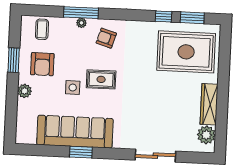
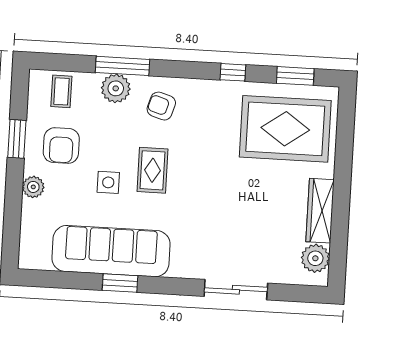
window: (164, 16) -> (233, 72), moved
plant: (81, 23) -> (116, 88), width x1.87, depth x1.87
rug: (101, 79) -> (152, 170), turned 90

